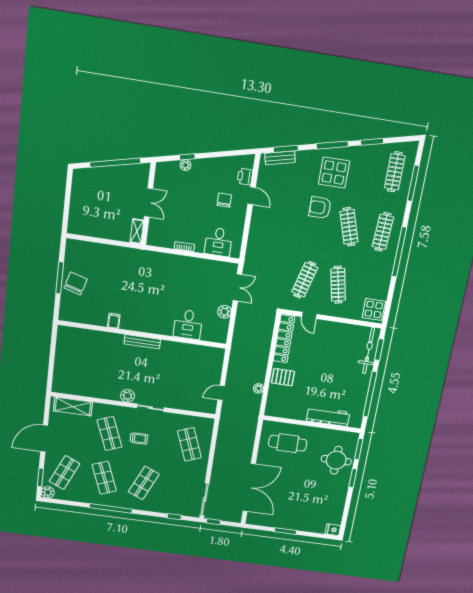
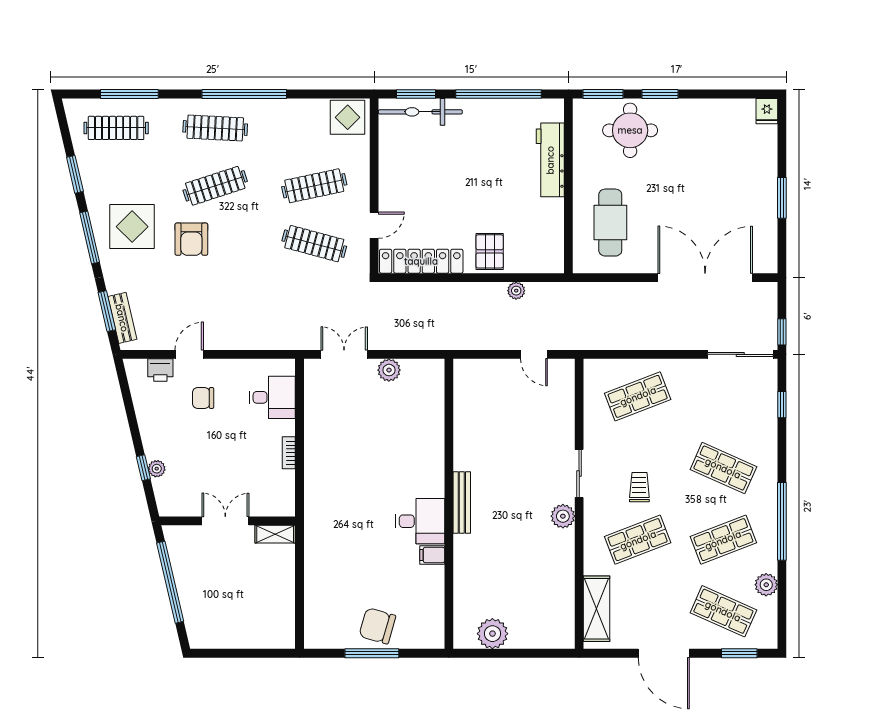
desk: (188, 324) -> (420, 521), moved
plant: (64, 348) -> (492, 634), added
plant: (48, 492) -> (766, 585), moved

